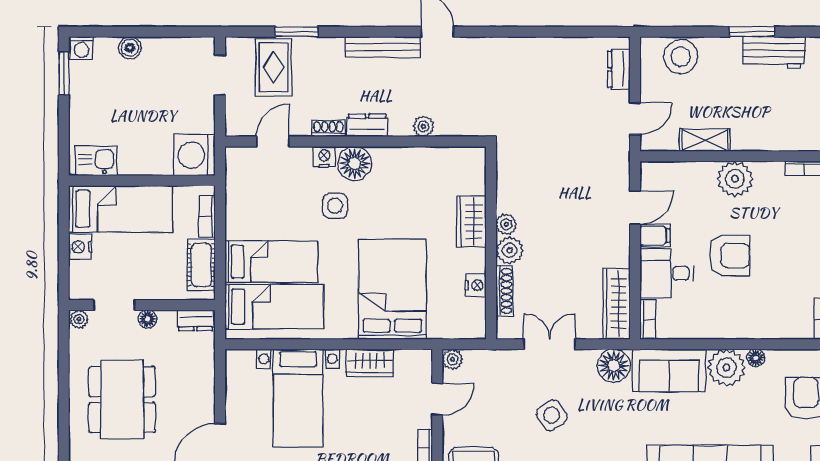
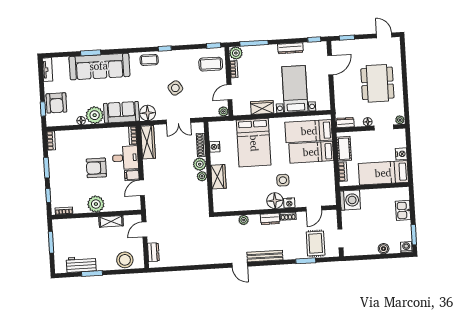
kitchen sink: (96, 161) -> (403, 210), moved, turned 90

